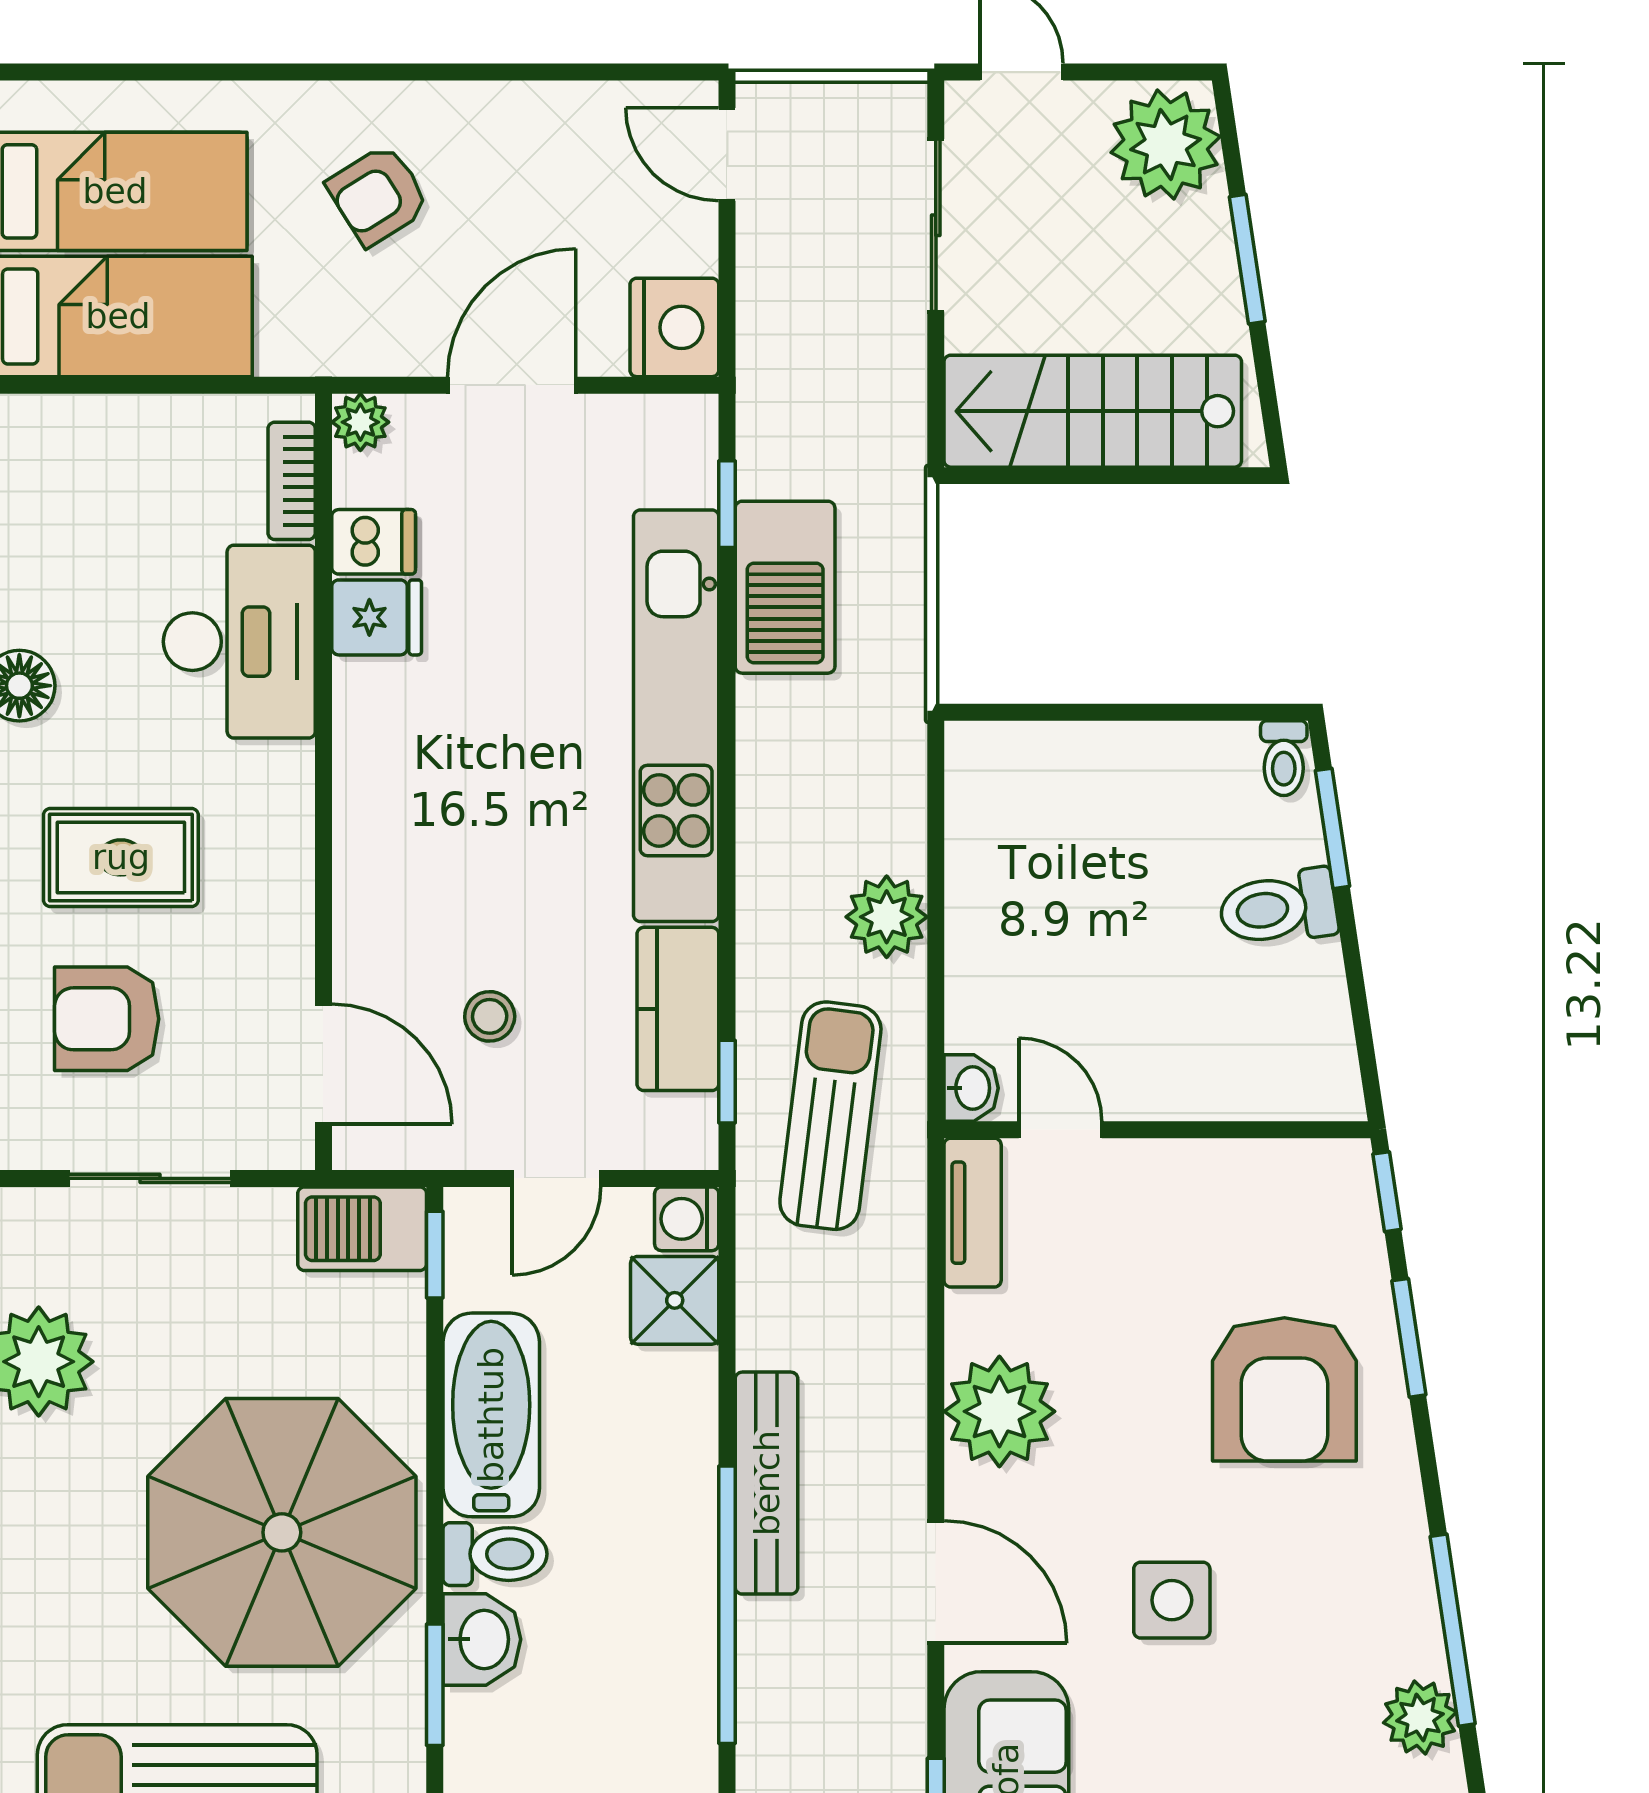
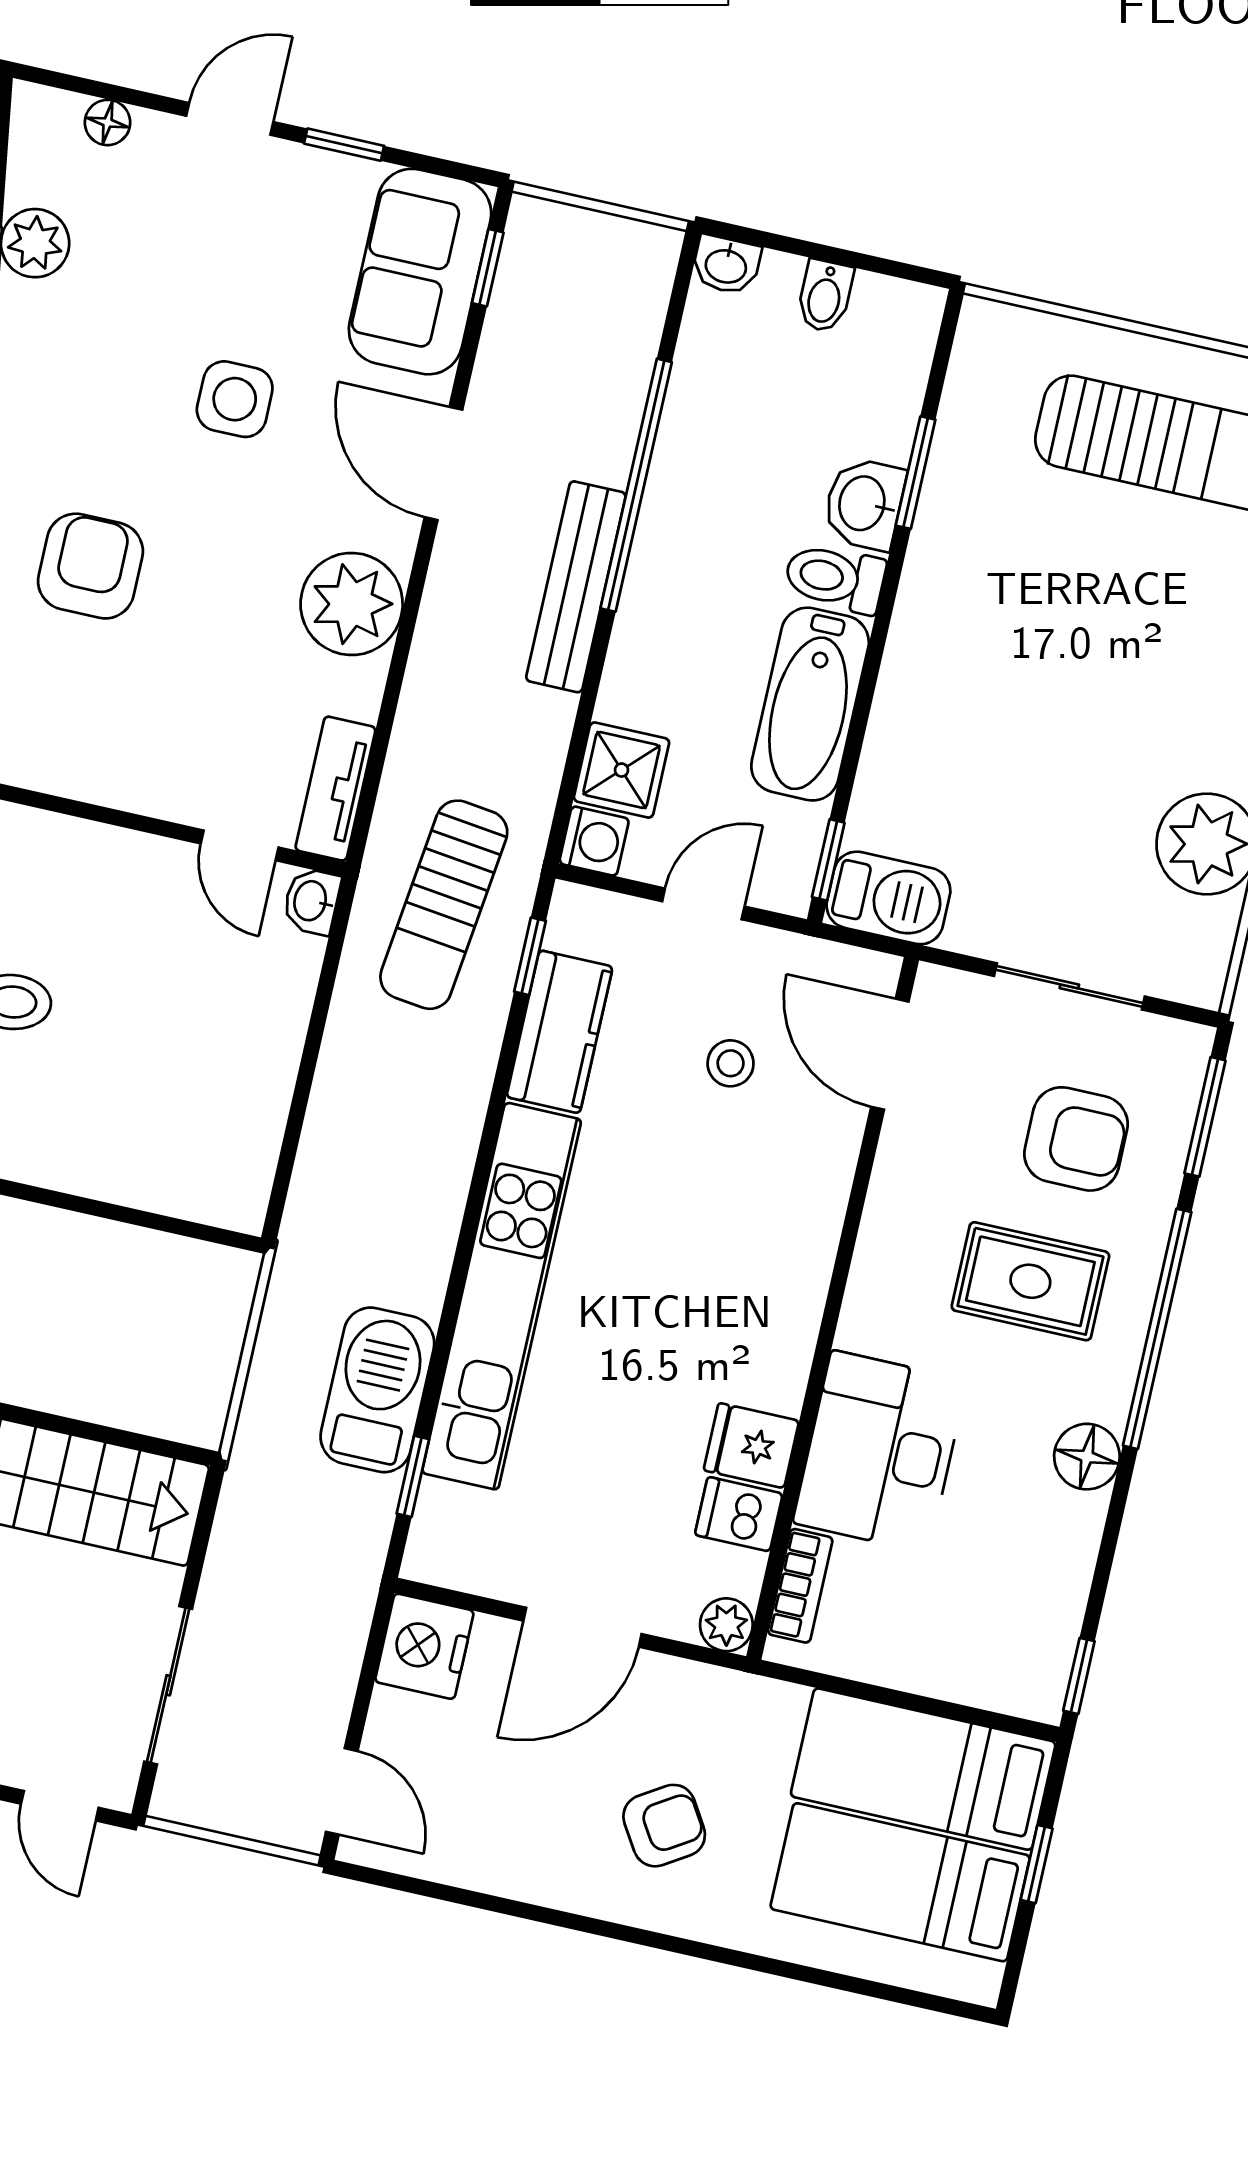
plant: (887, 917) -> (353, 1072), removed
armchair: (1284, 1389) -> (90, 566), width x0.73, depth x0.73
parasol: (282, 1532) -> (1022, 641), removed

